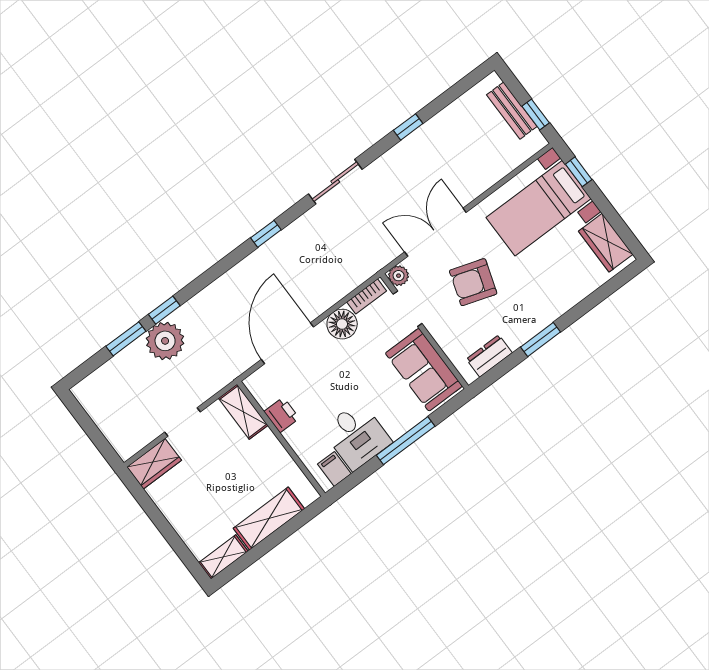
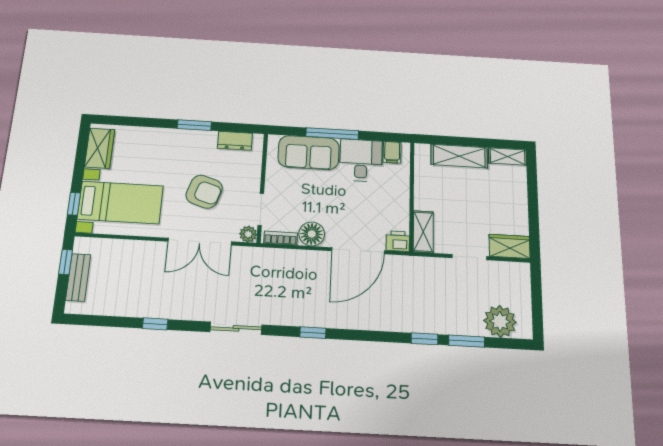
plant: (165, 341) -> (500, 321), moved
sofa: (424, 370) -> (309, 153), moved, turned 90
printer: (282, 415) -> (398, 241), moved, turned 90

